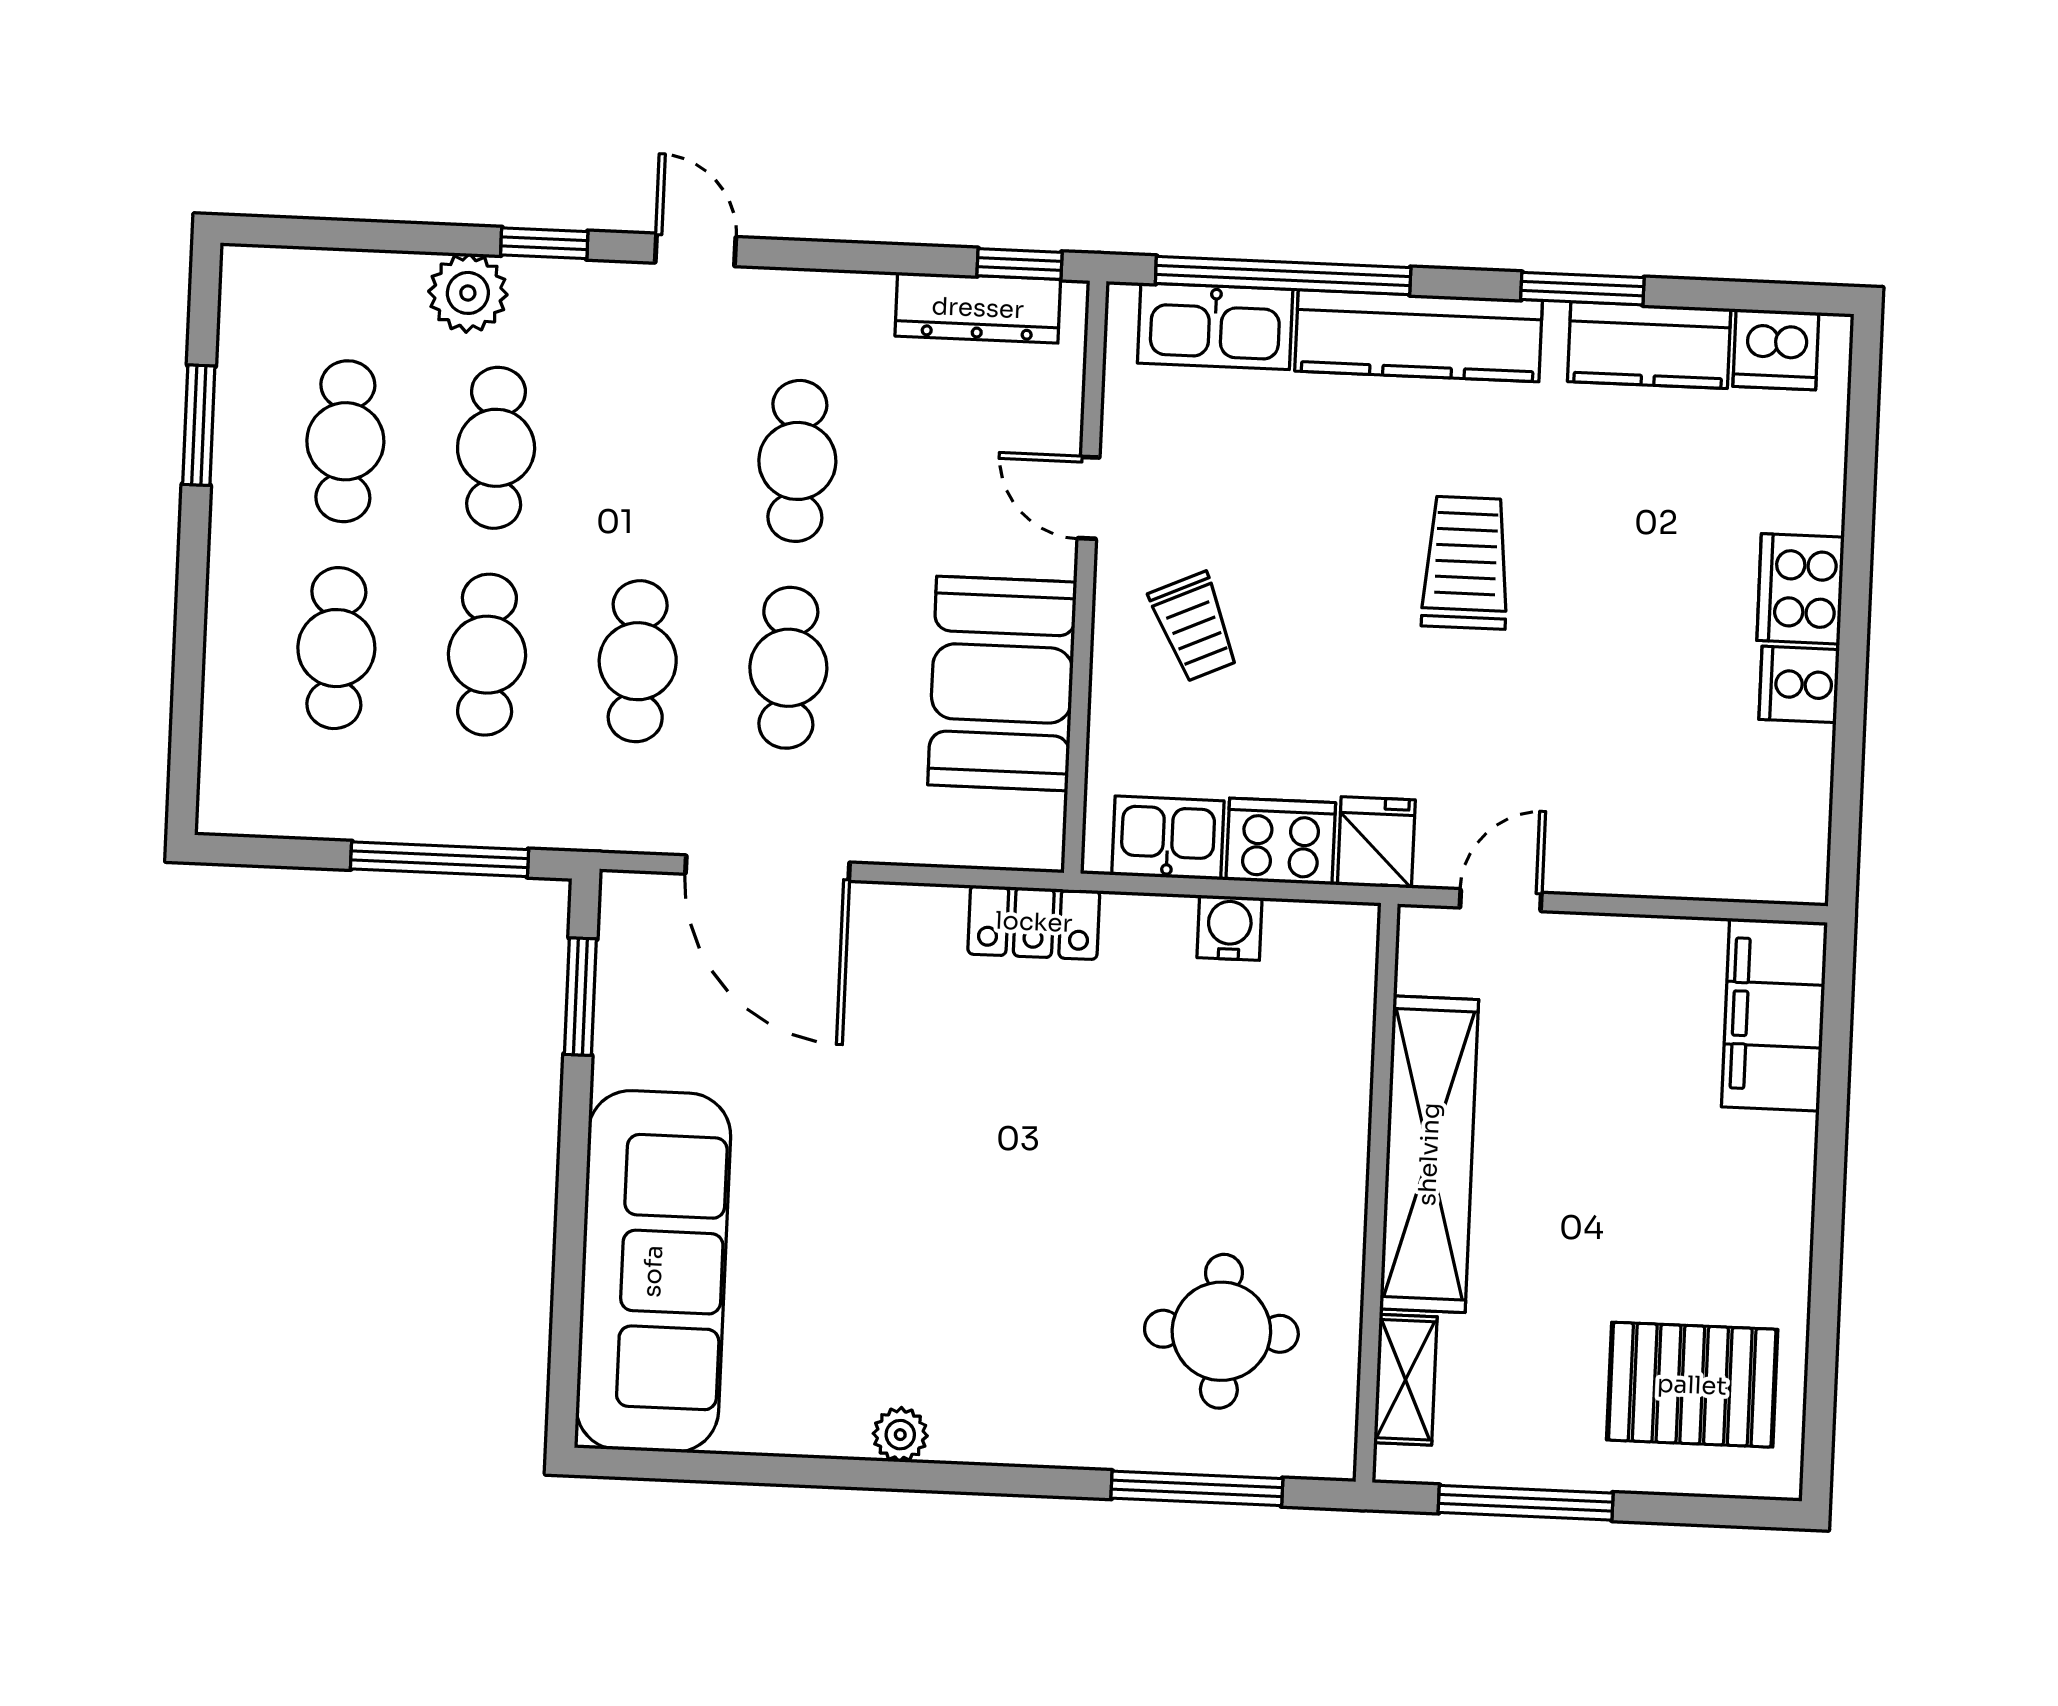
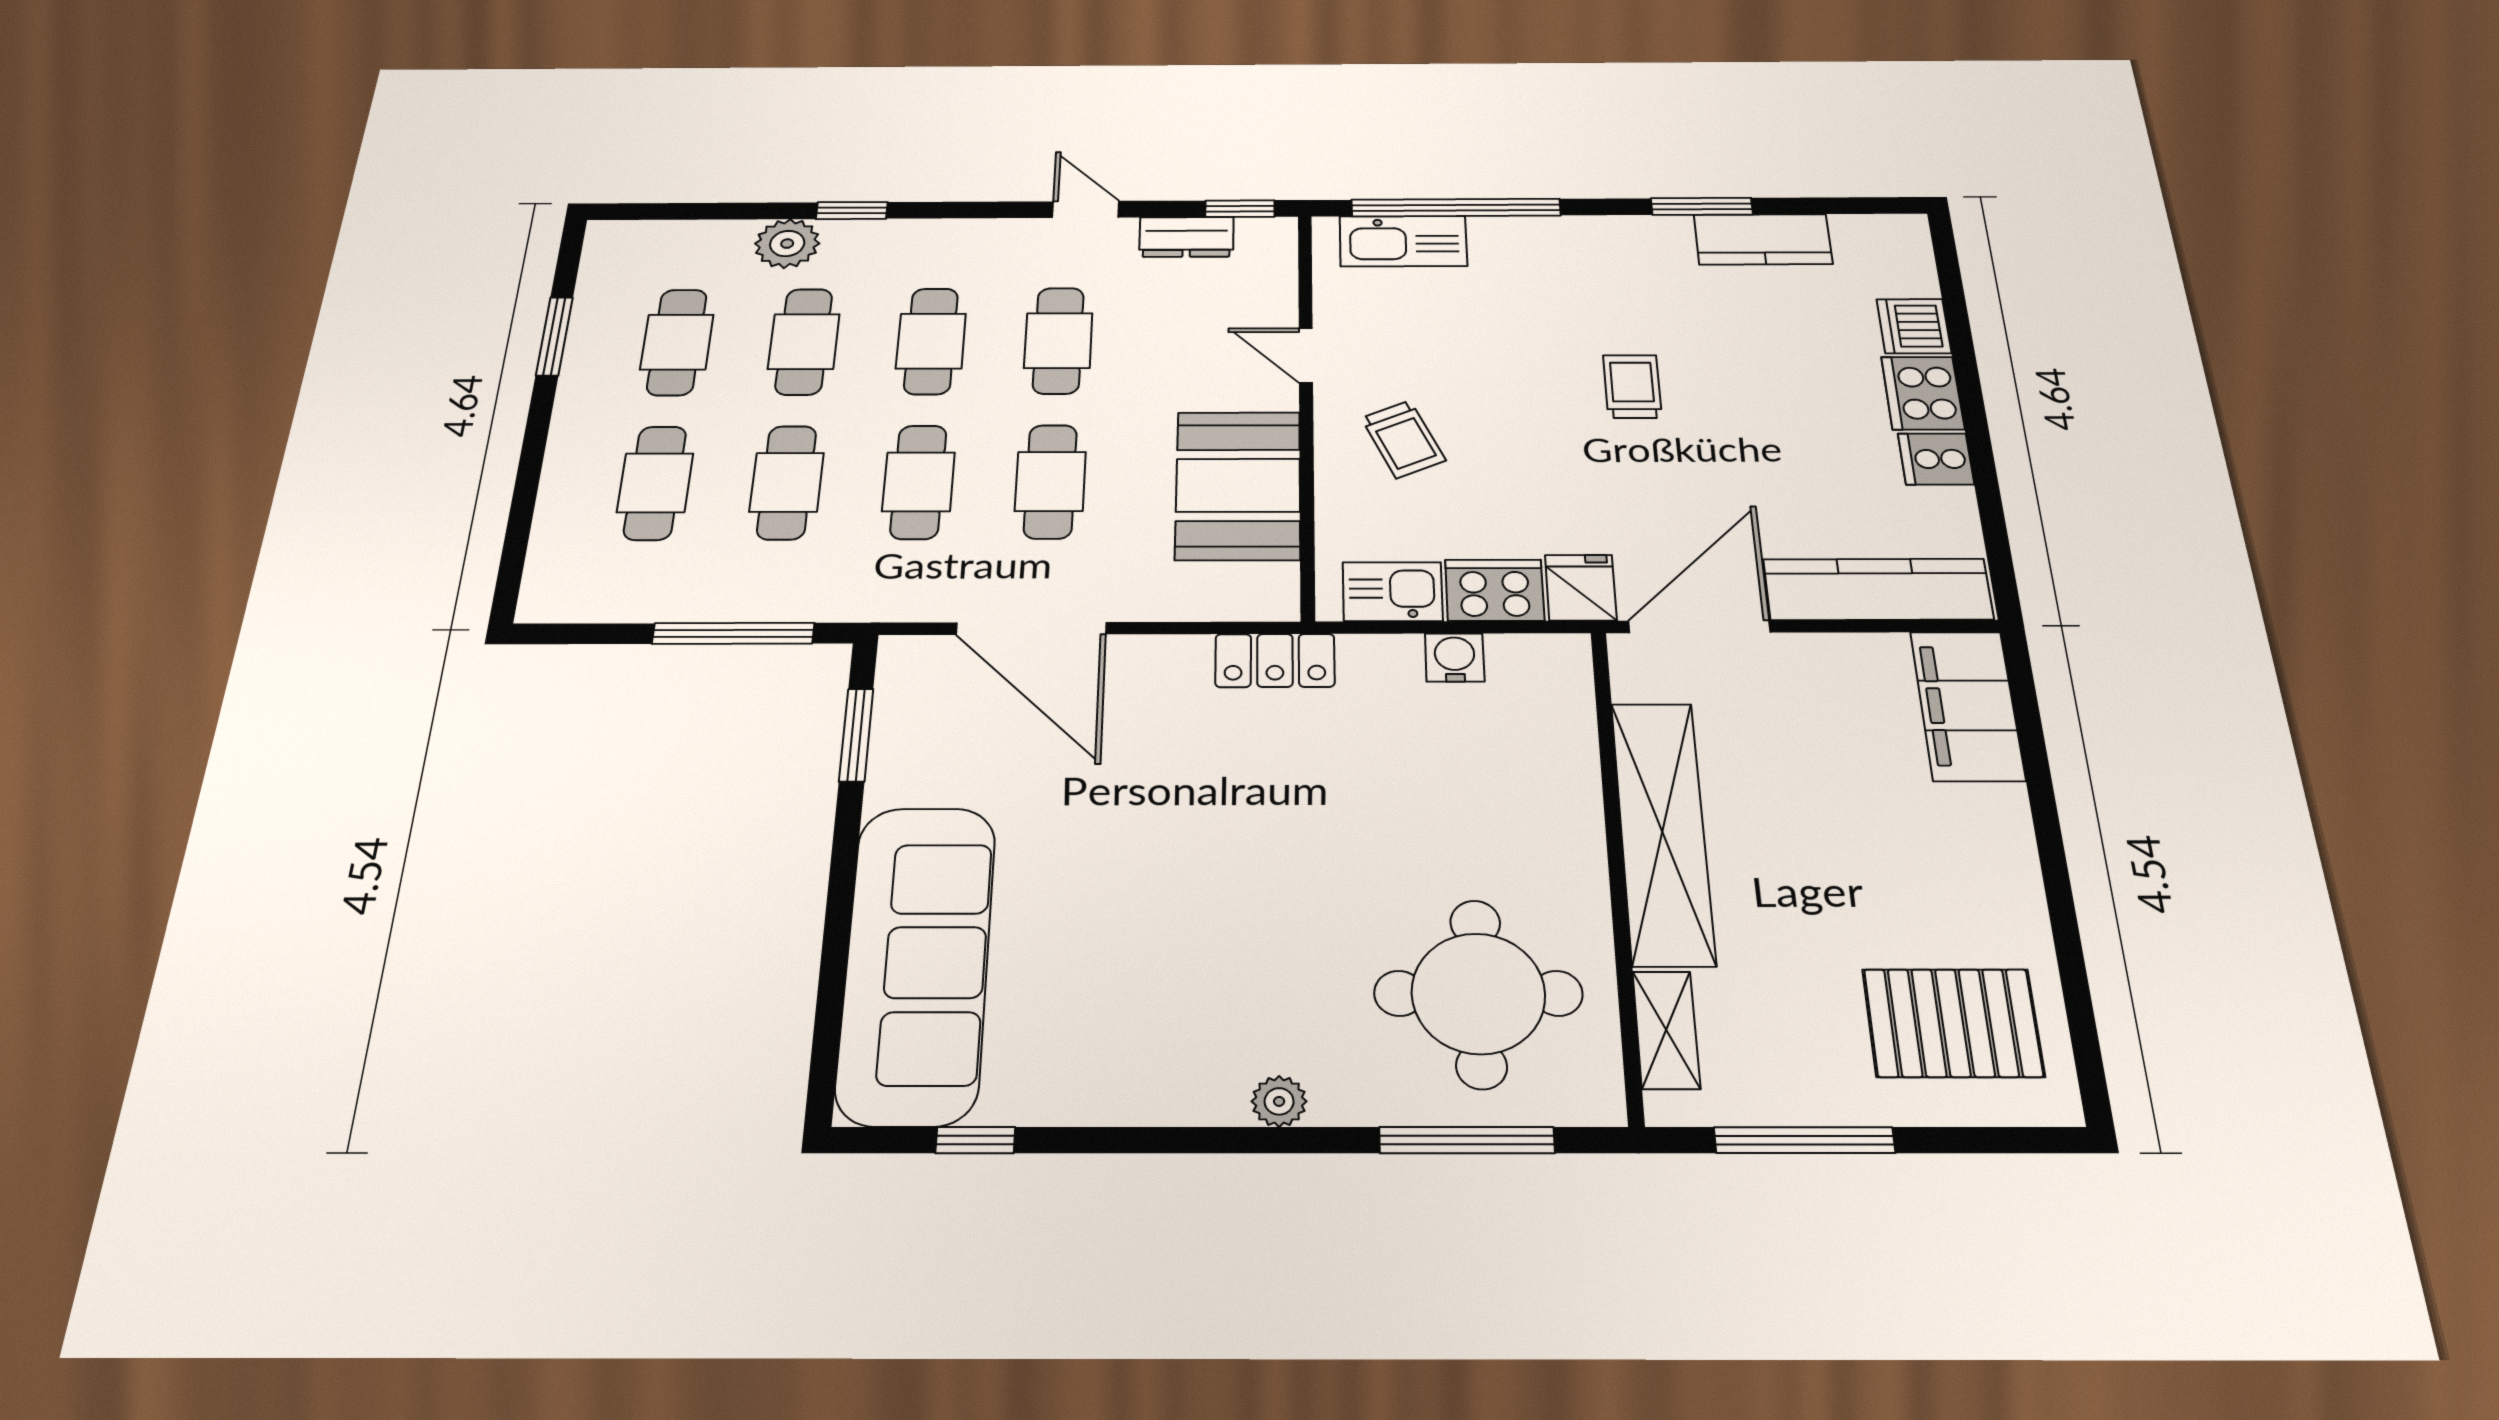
door: (696, 250) -> (1086, 209), moved
dresser: (978, 308) -> (1186, 237), width x0.70
kitchen counter: (1419, 336) -> (1878, 589), moved, turned 180
dishwasher: (1776, 349) -> (1914, 326), moved, turned 90
cafe table: (647, 454) -> (931, 341), added
trolley: (1466, 563) -> (1632, 386), width x0.73, depth x0.72
door: (1501, 900) -> (1699, 627), width x1.88
round table: (1221, 1331) -> (1478, 993), width x1.36, depth x1.36
plant: (900, 1435) -> (1279, 1101), moved
window: (716, 1467) -> (975, 1140), added

